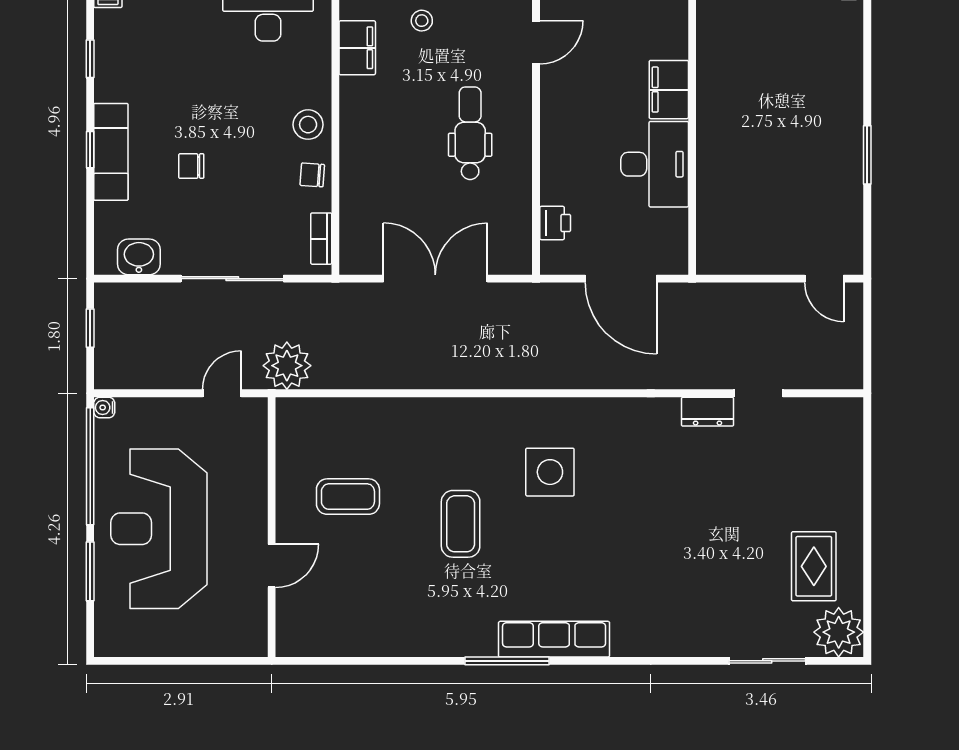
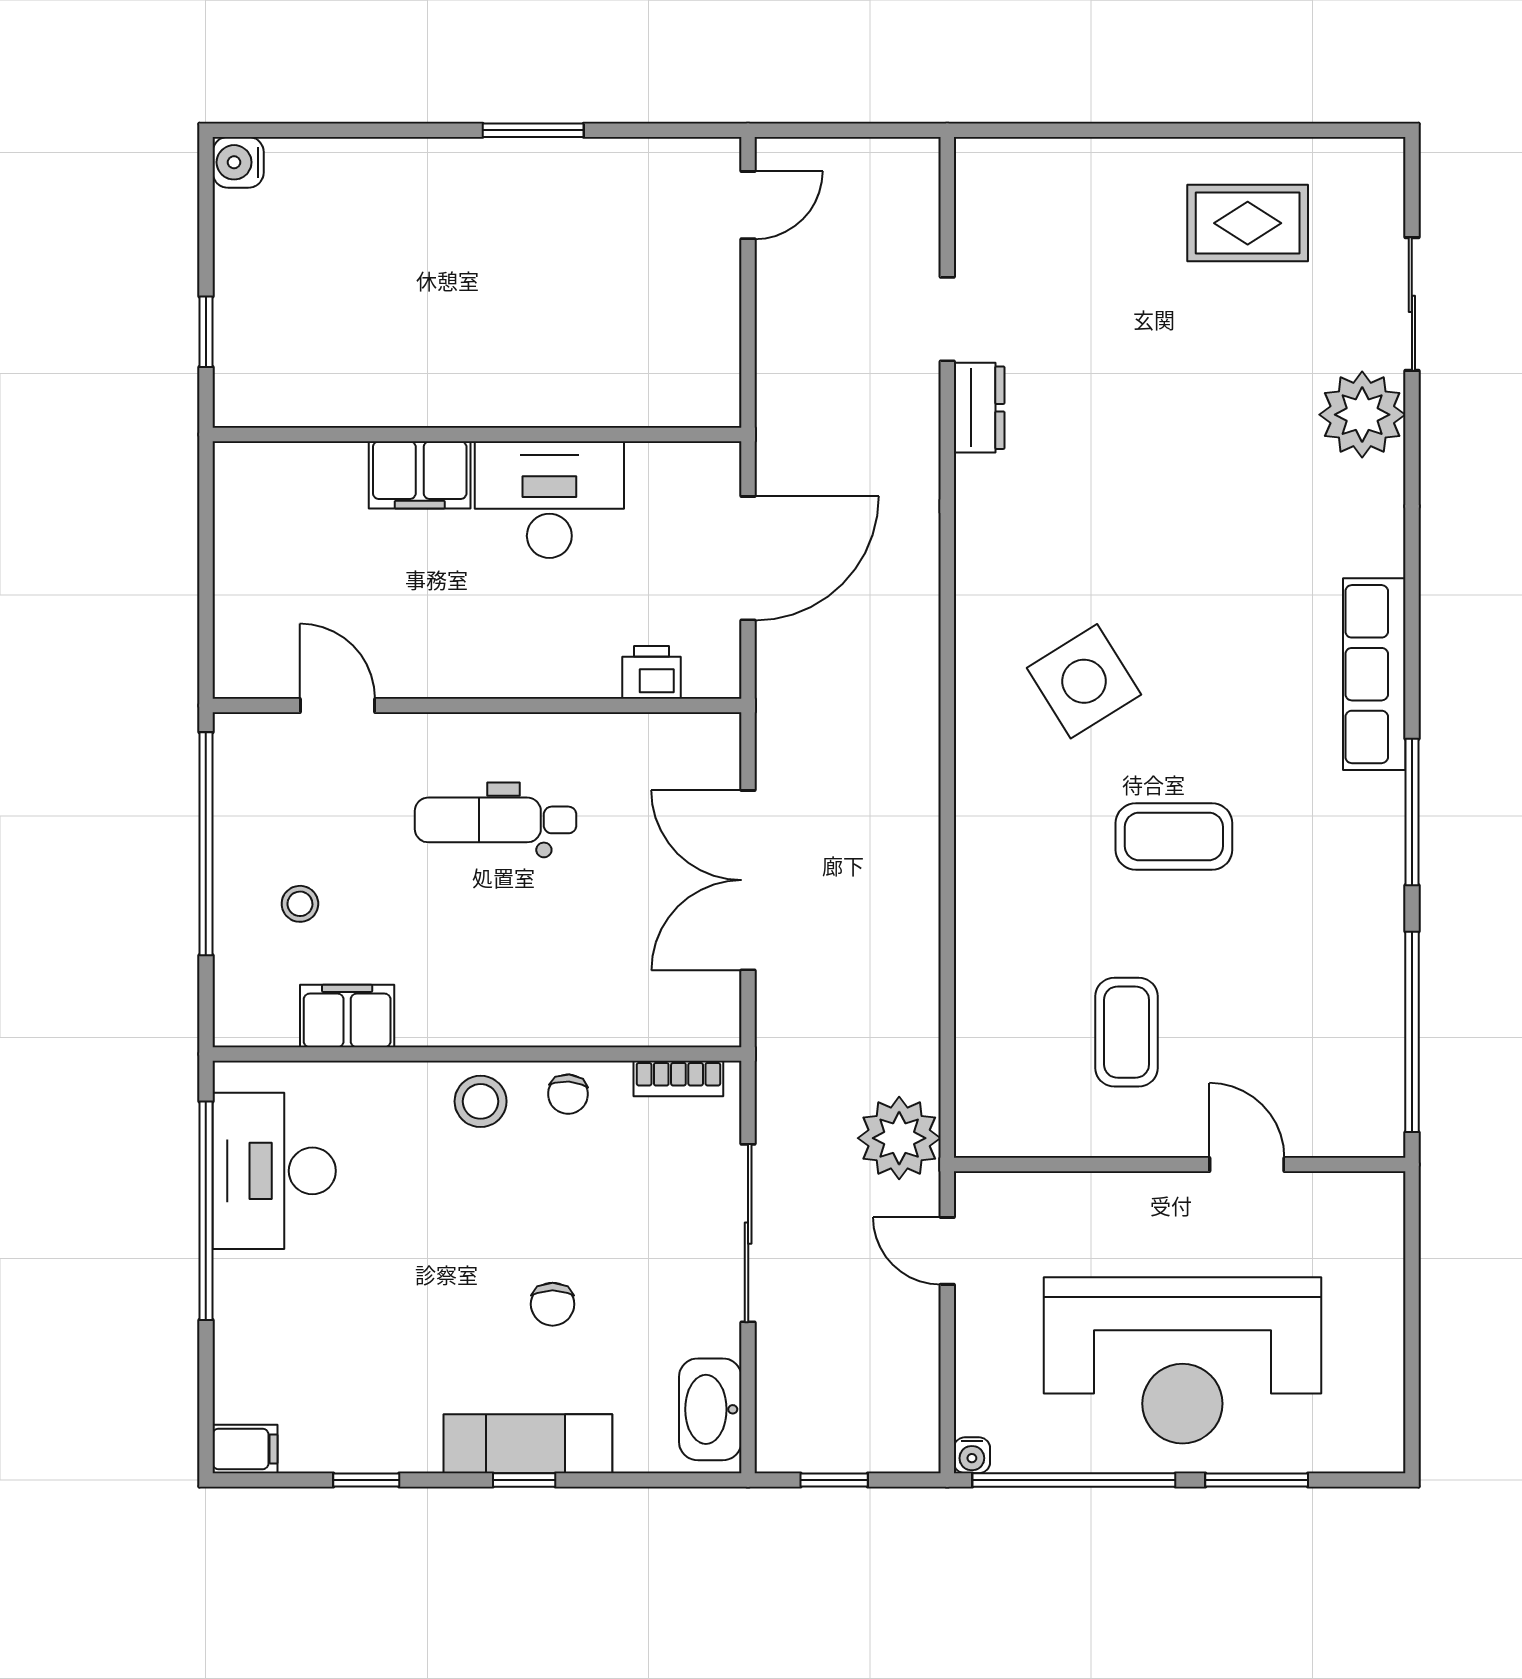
washbasin: (139, 257) -> (710, 1409), width x1.38
side table: (550, 472) -> (1084, 681), turned -32
plant: (839, 632) -> (1362, 415), moved
window: (348, 661) -> (1412, 1032), added
window: (507, 661) -> (1412, 812), moved

